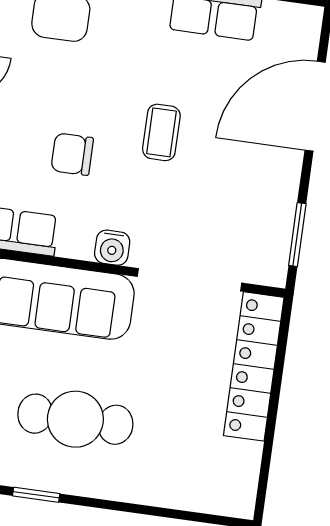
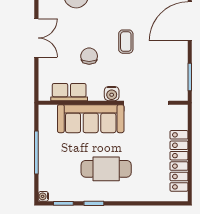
chair: (72, 154) -> (89, 56), turned 90
locker: (254, 366) -> (179, 161), moved

